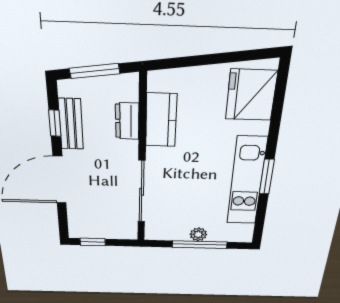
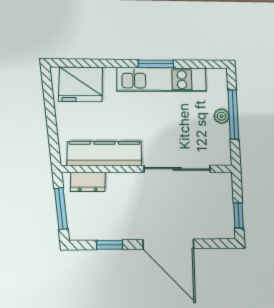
kitchen counter: (161, 120) -> (104, 154), width x1.50
dresser: (127, 121) -> (88, 182), moved
bench: (71, 124) -> (110, 231), removed

